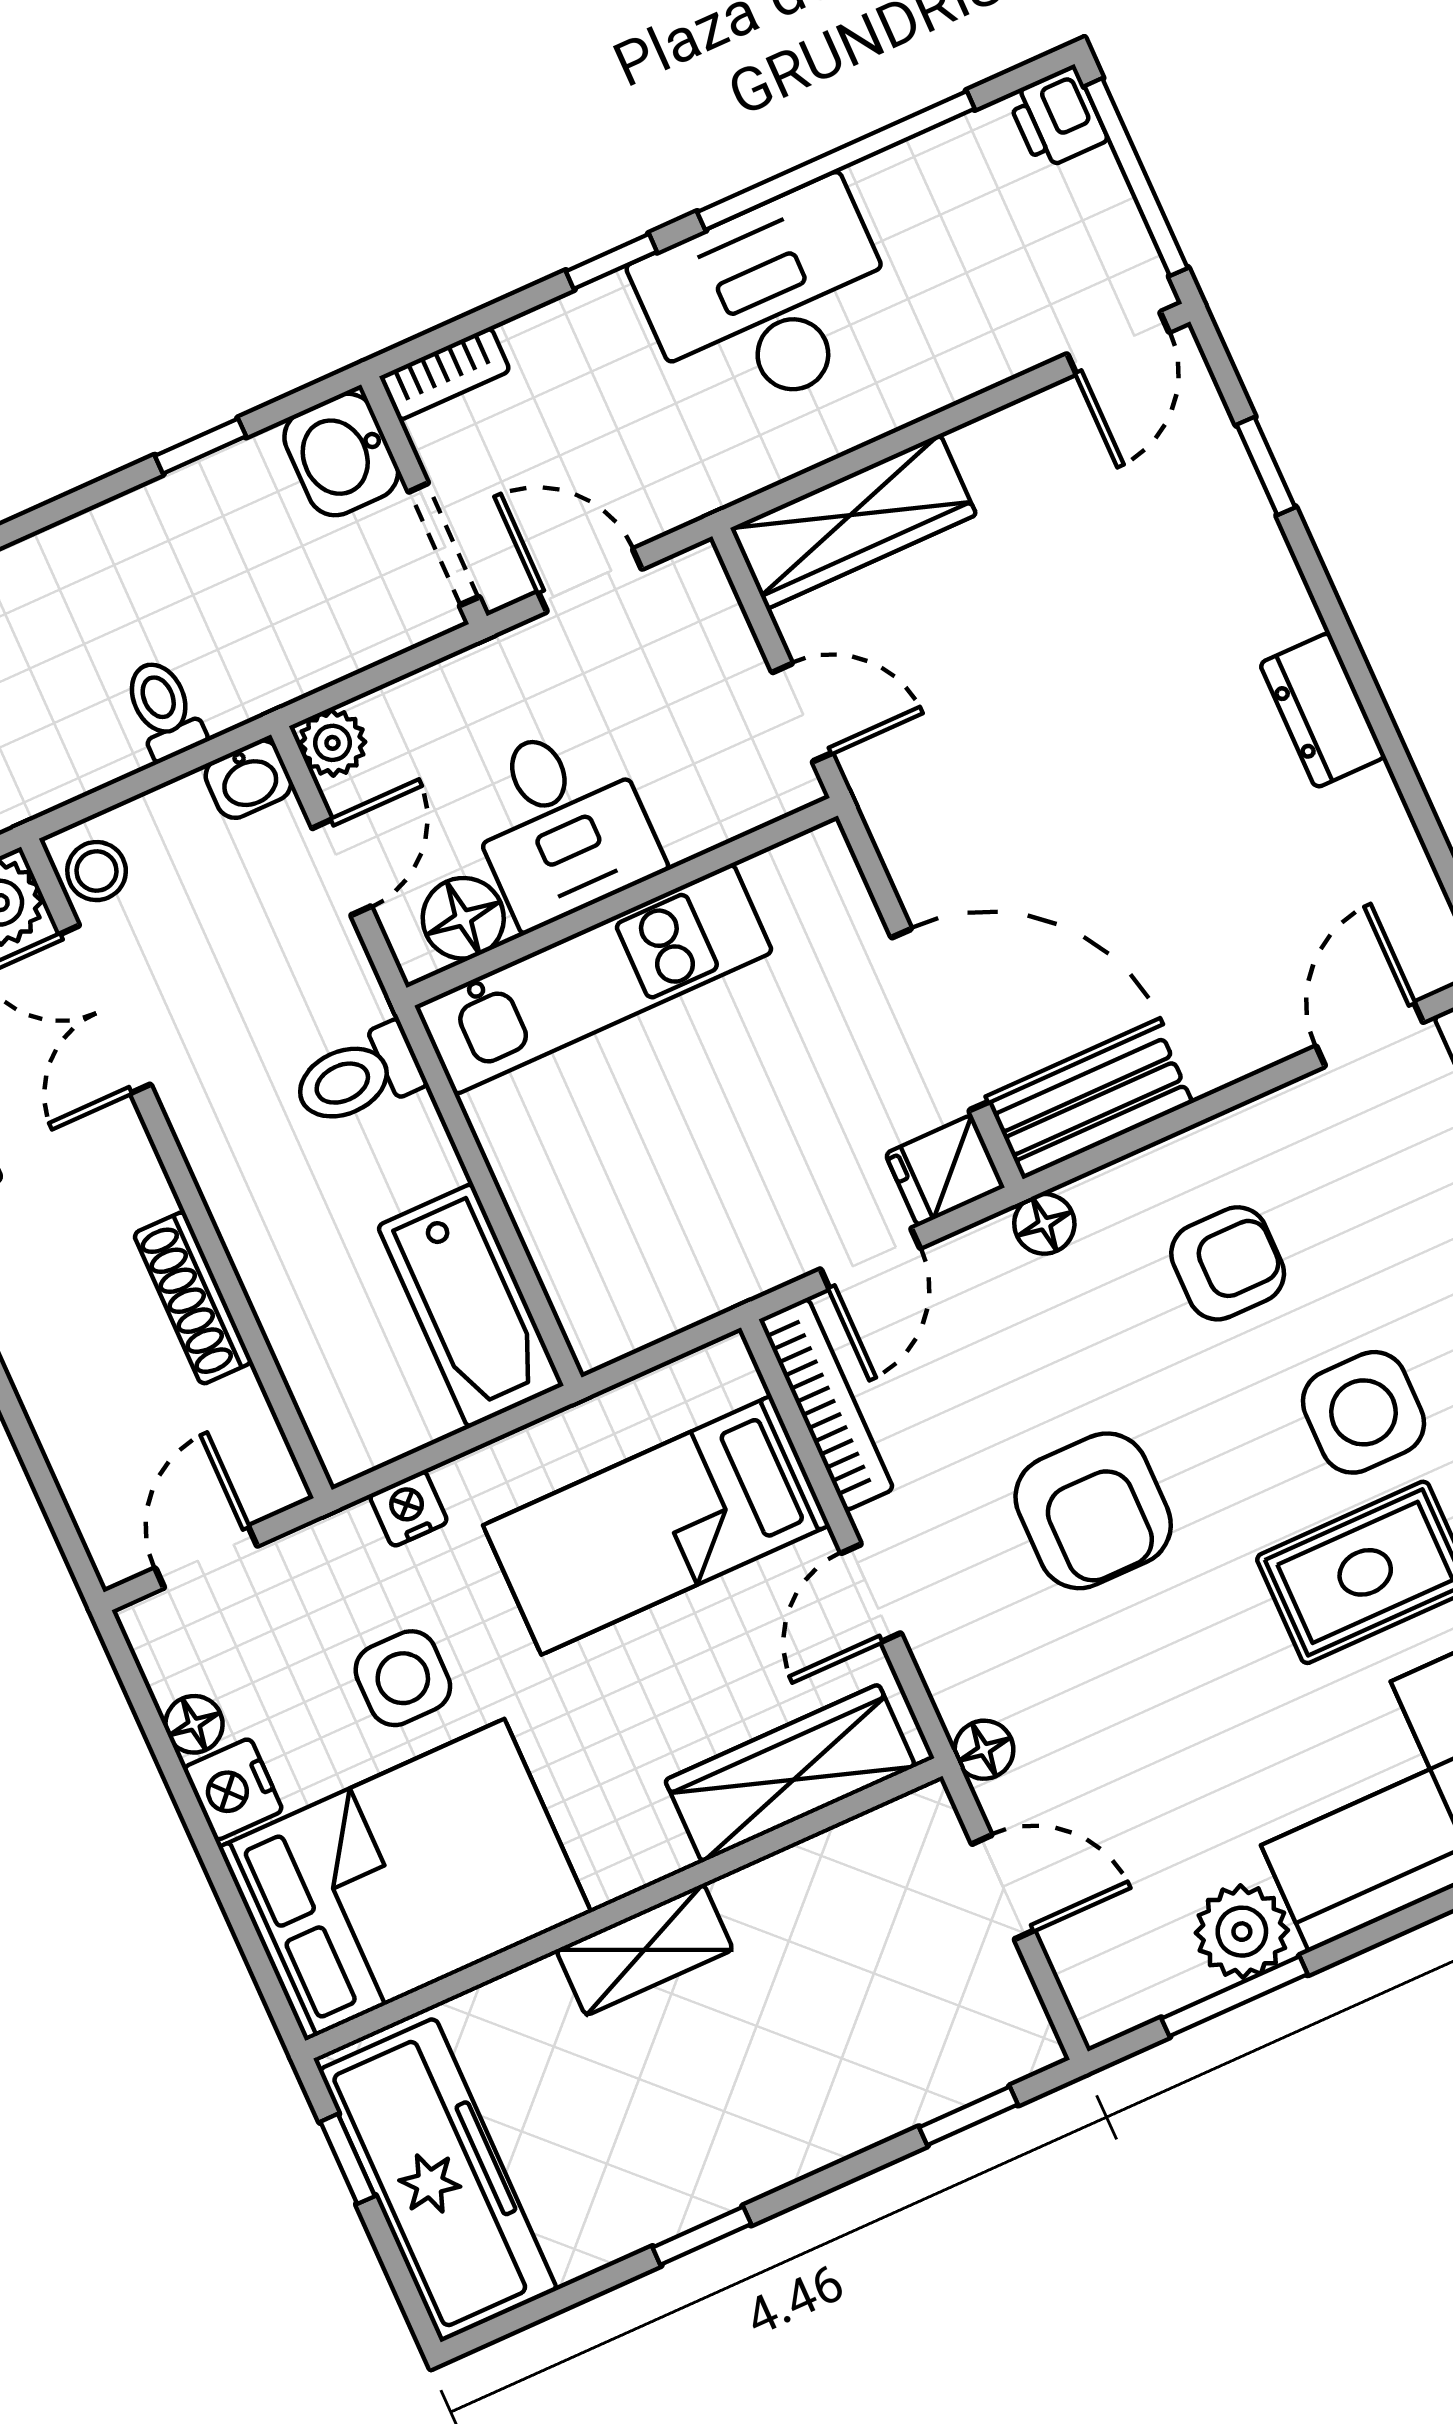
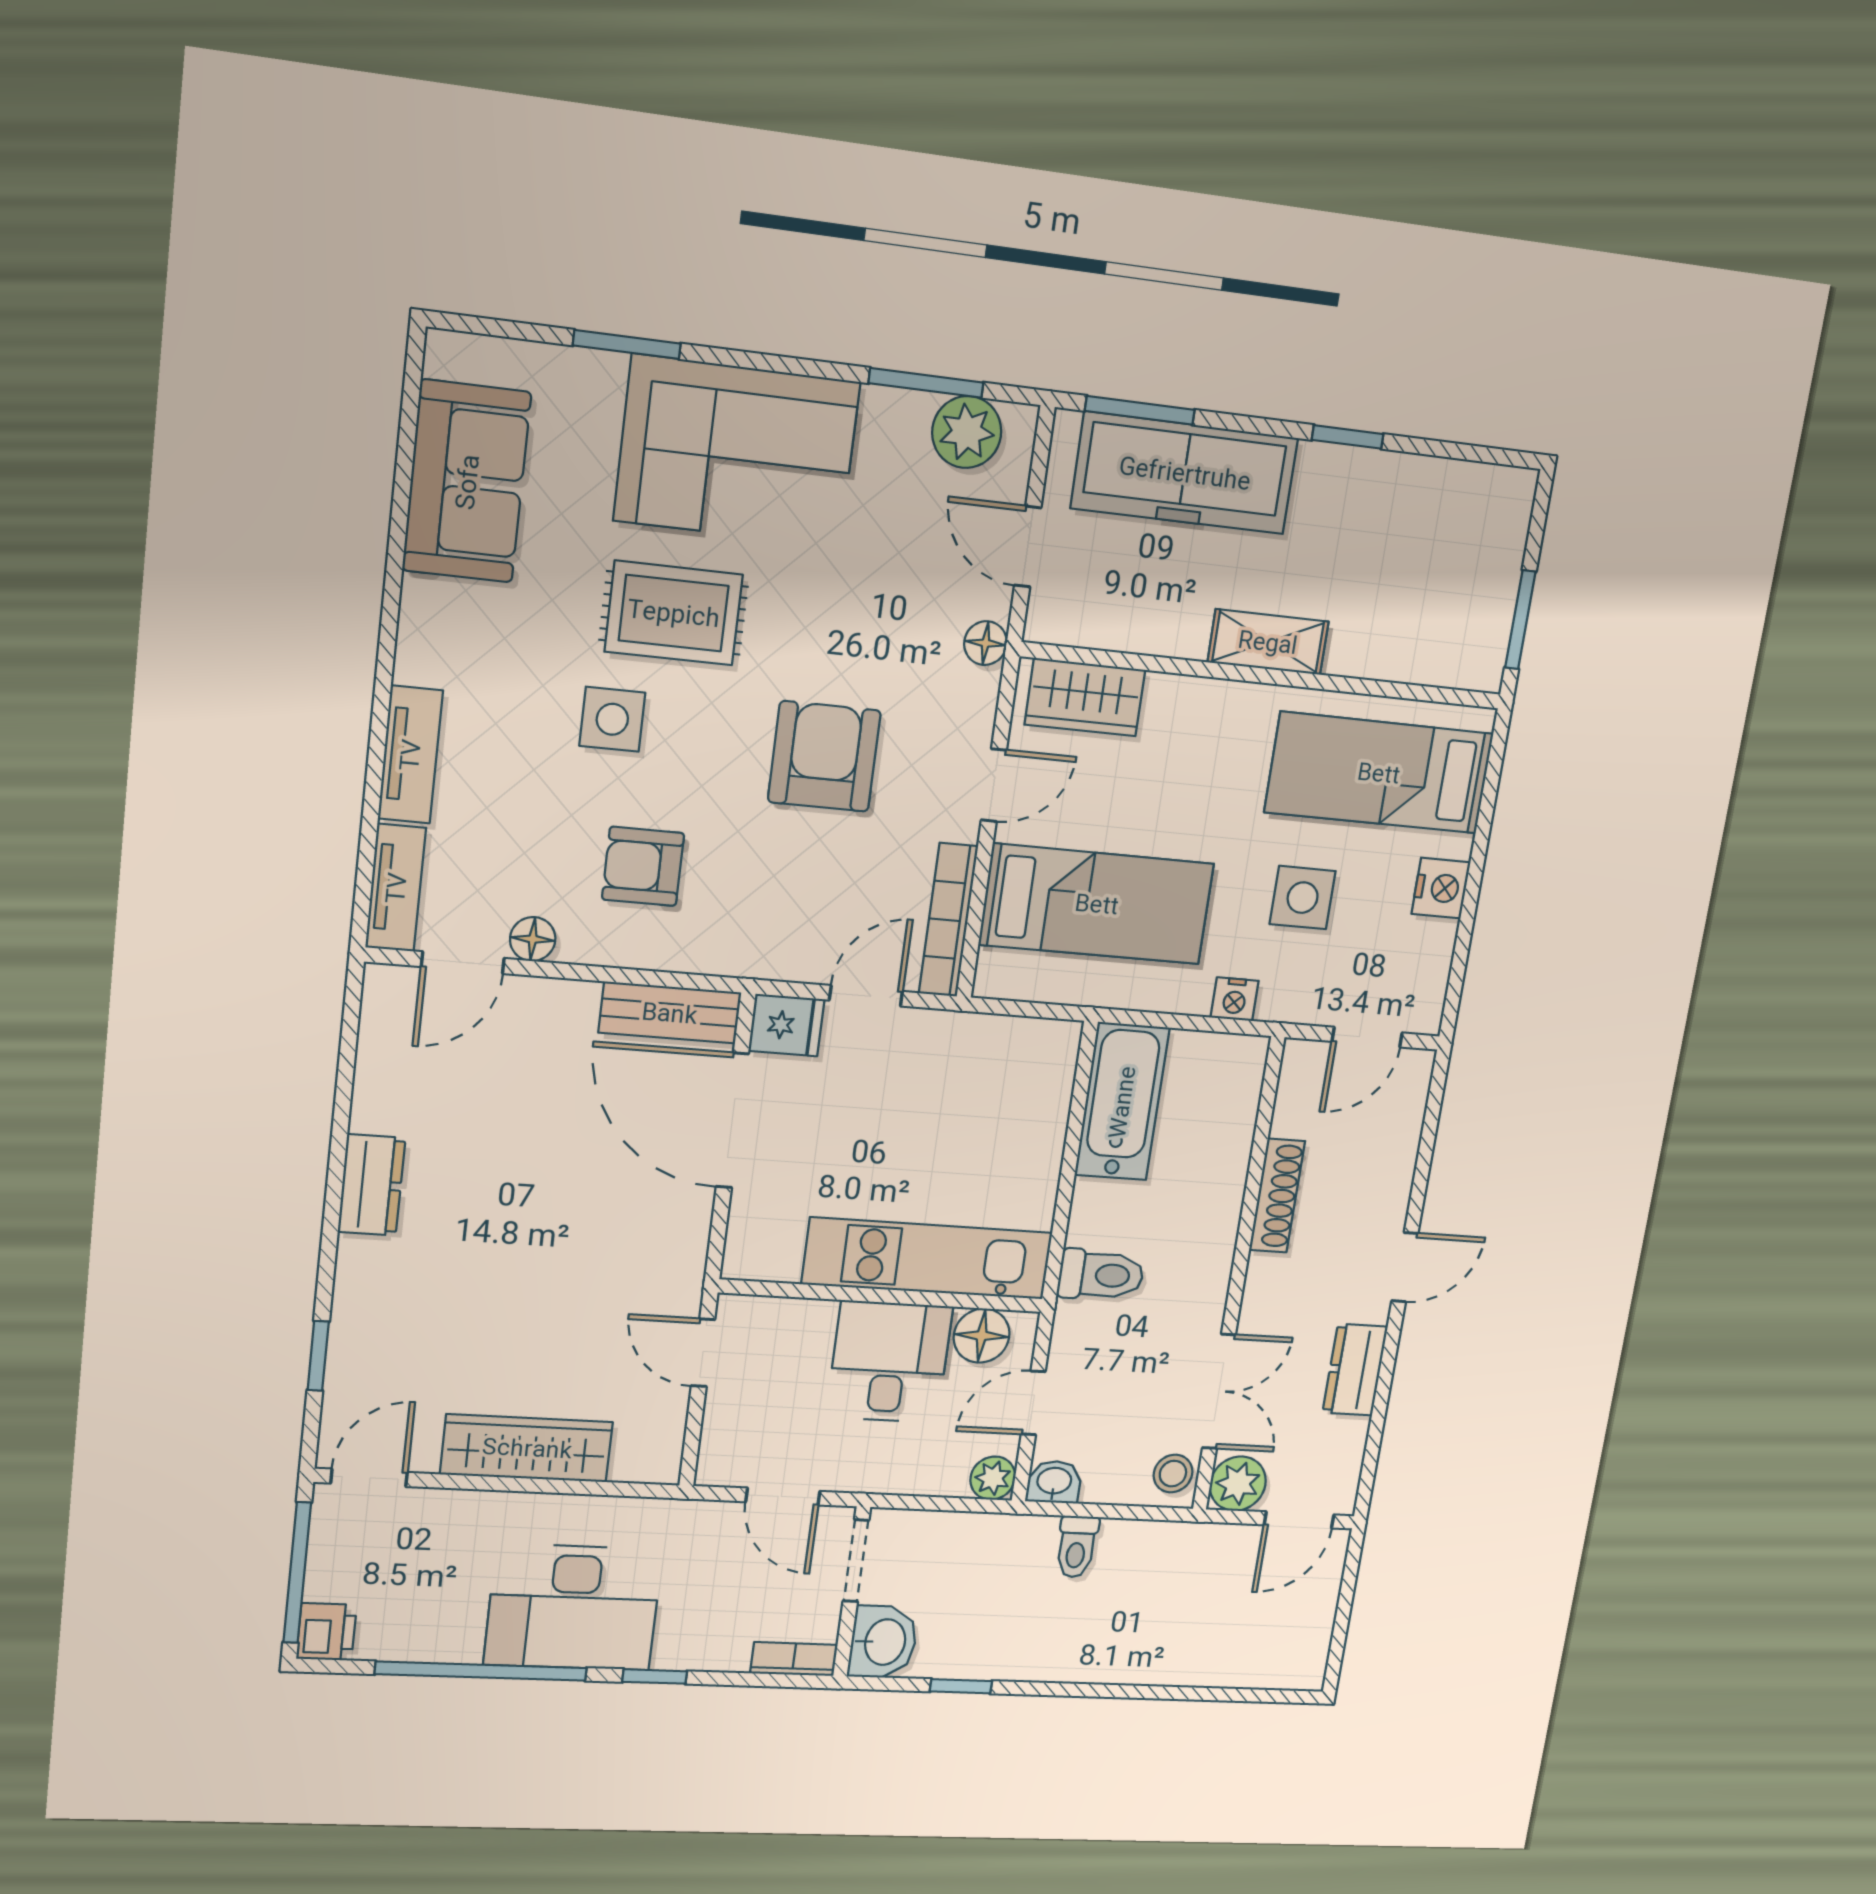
wardrobe: (853, 521) -> (527, 1448), moved
floor lamp: (1044, 1224) -> (533, 939), moved
side table: (1363, 1412) -> (612, 719), width x0.73, depth x0.73
floor lamp: (194, 1724) -> (1438, 941), removed
wardrobe: (790, 1773) -> (1085, 697), width x0.67
bed: (405, 1880) -> (1379, 773), width x0.67
plant: (1242, 1932) -> (967, 432), moved
window: (969, 2116) -> (1140, 410), width x1.50
window: (348, 2159) -> (1520, 620), width x1.50
freezer: (438, 2180) -> (1185, 473), moved, turned -90

